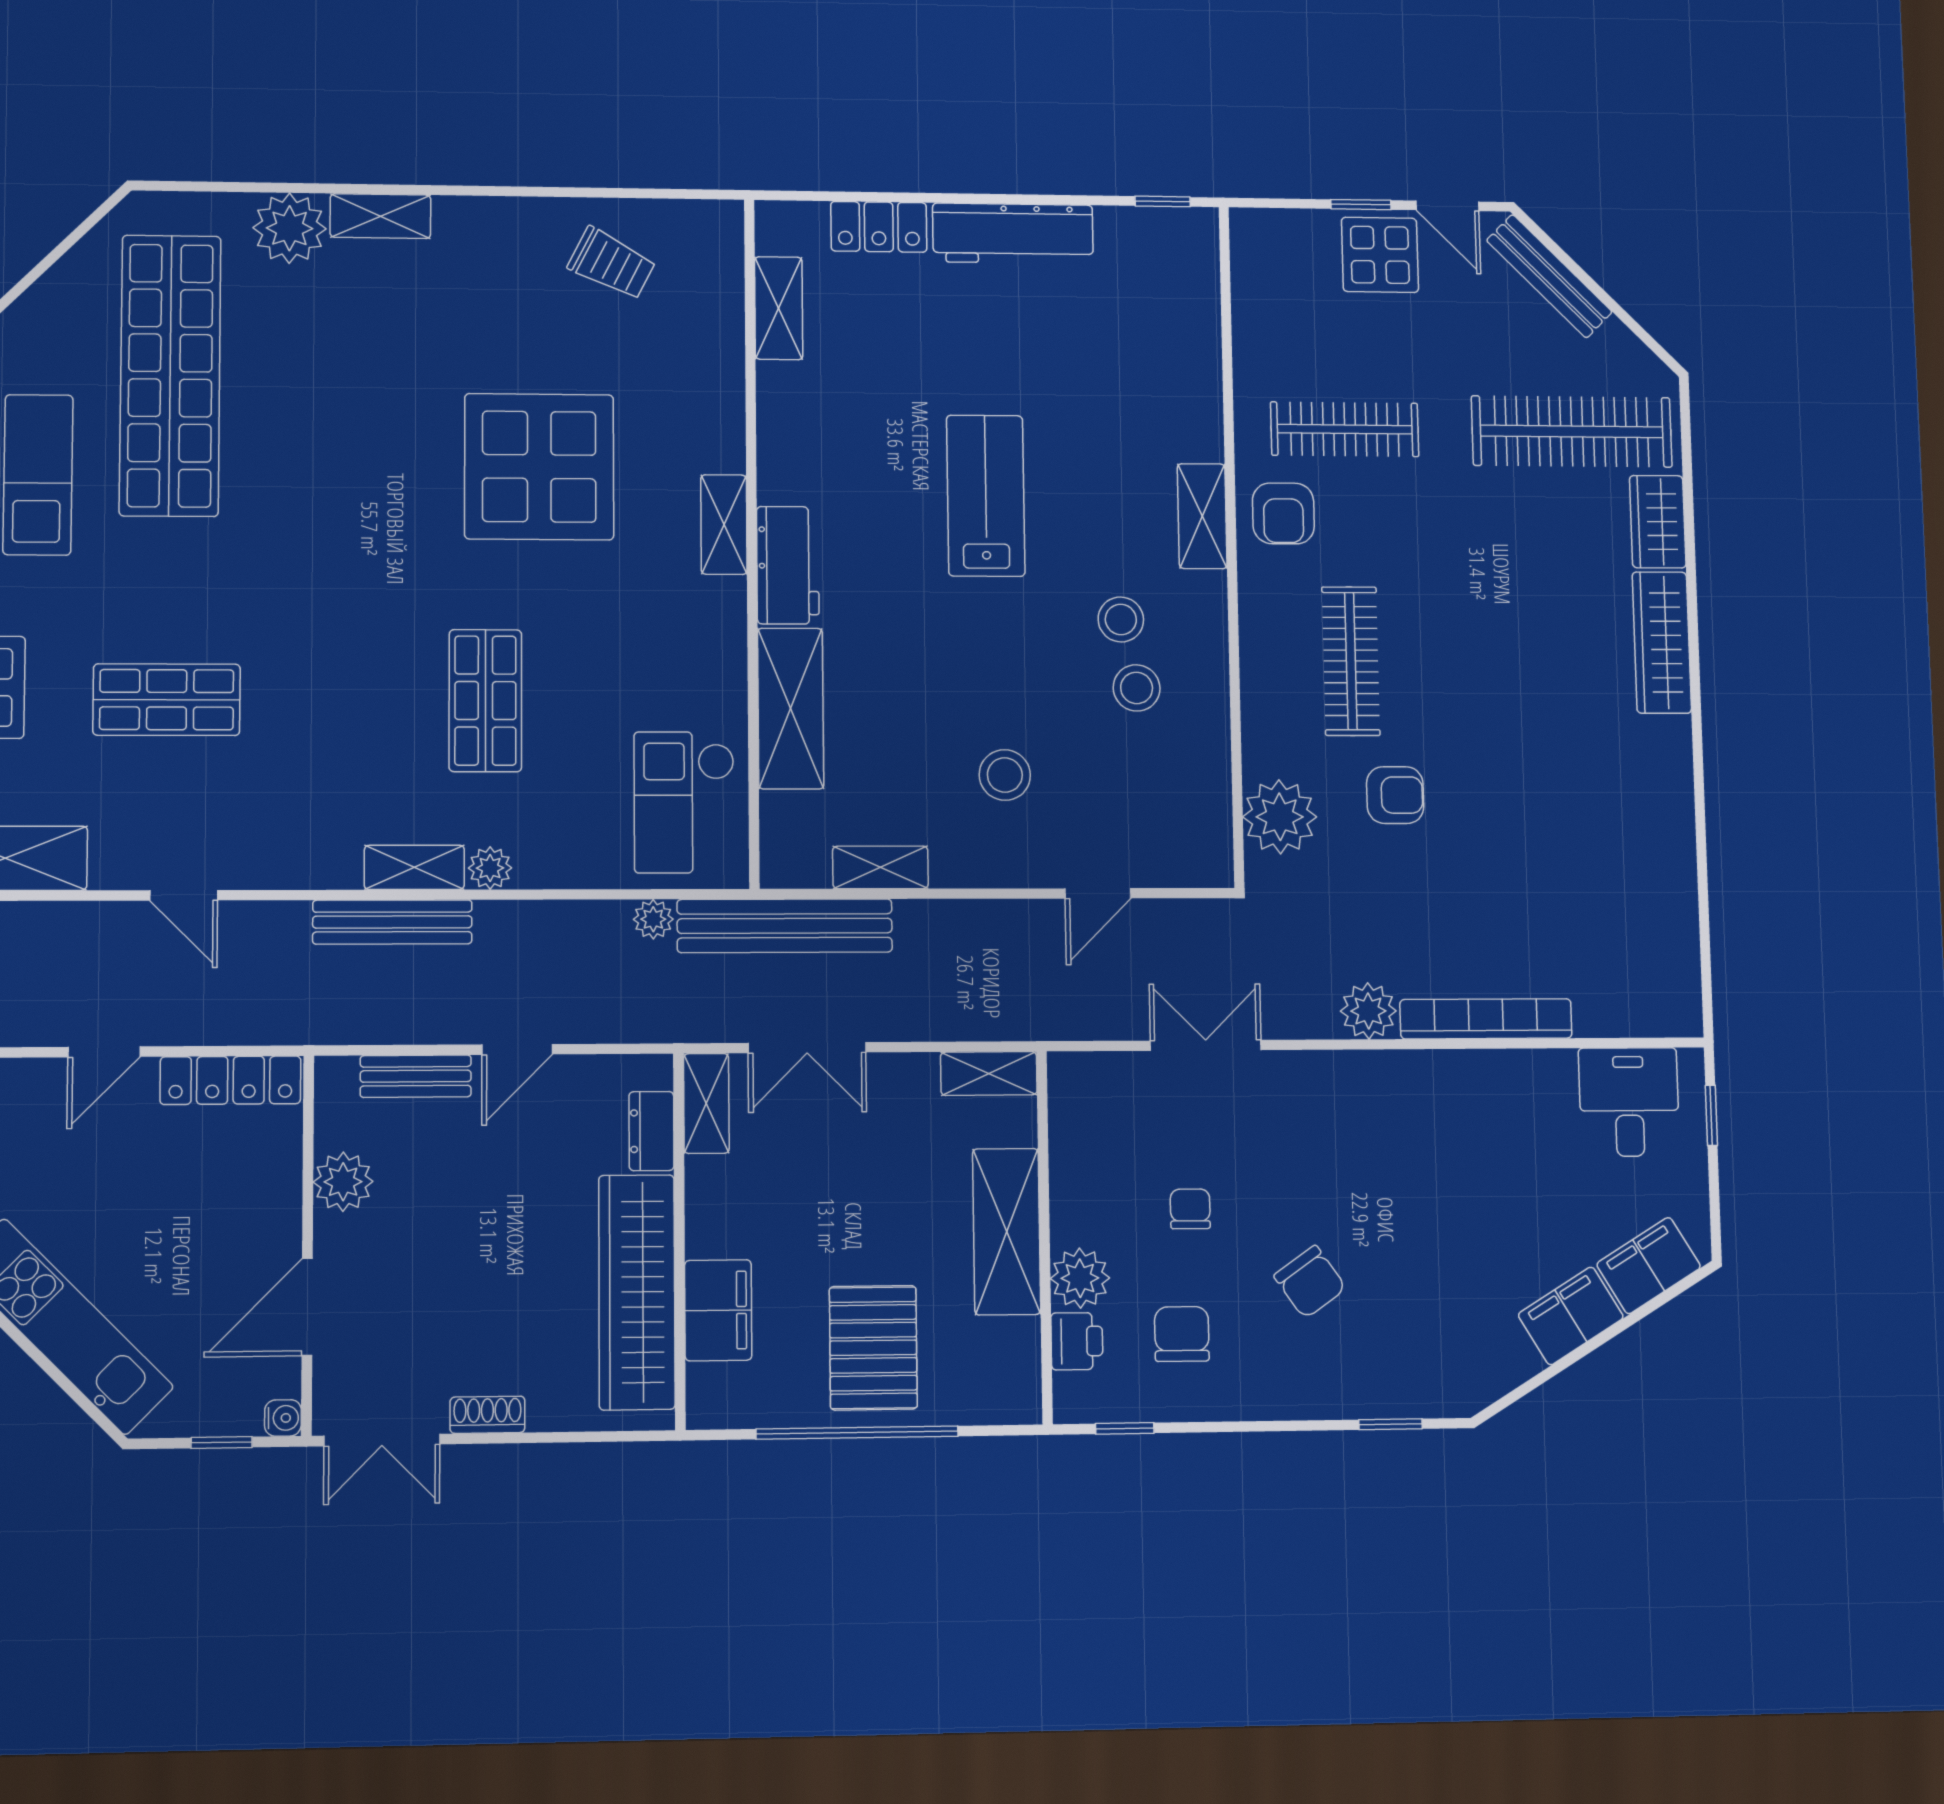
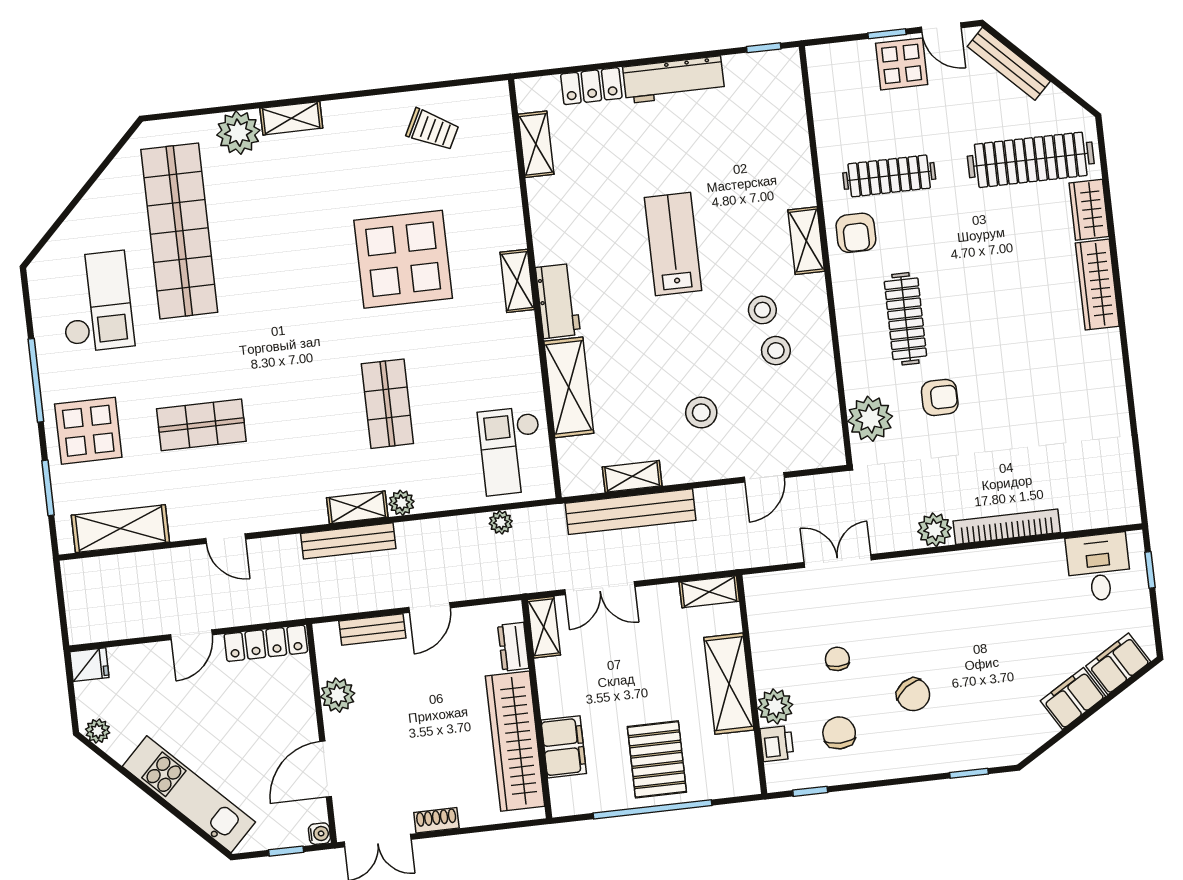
bench: (785, 926) -> (631, 512), moved

